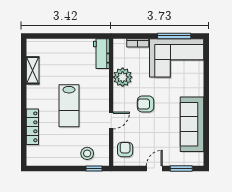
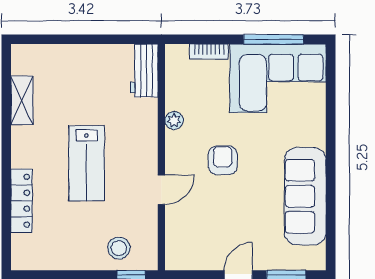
plant: (123, 77) -> (174, 120), width x0.53, depth x0.53
armchair: (146, 104) -> (223, 160), turned 90
armchair: (125, 150) -> (186, 241), removed

